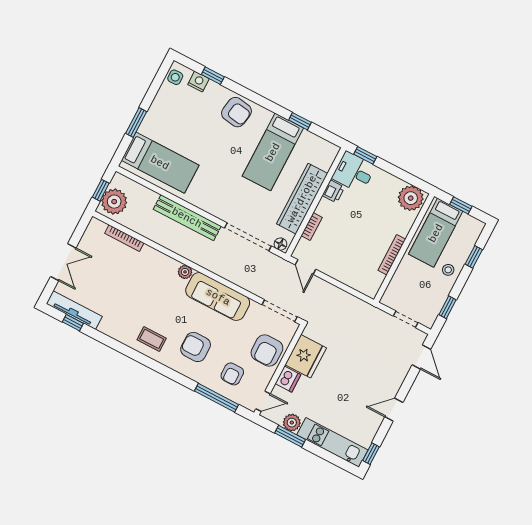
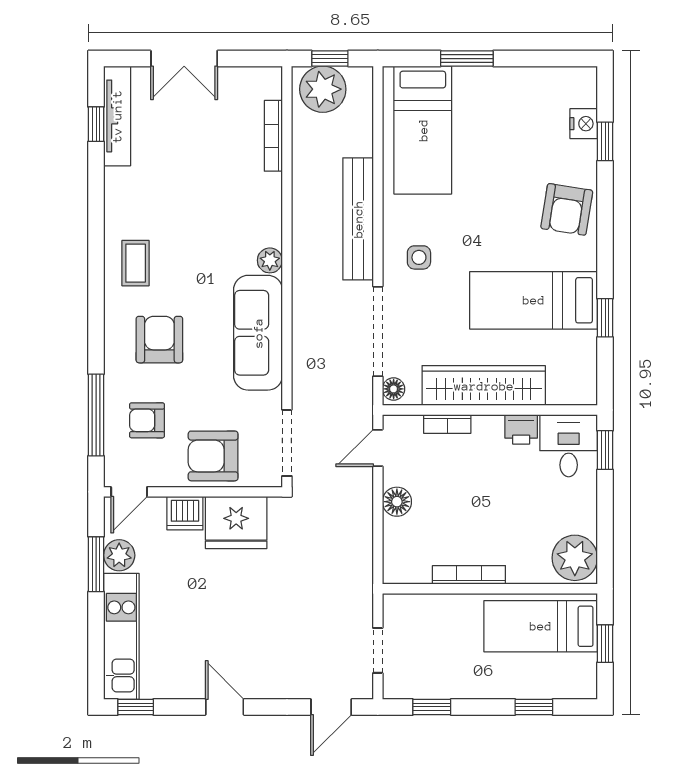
side table: (175, 77) -> (419, 257), moved
stool: (448, 270) -> (492, 677), removed
floor lamp: (337, 271) -> (397, 502), added
door: (263, 401) -> (129, 492), hinge flipped

